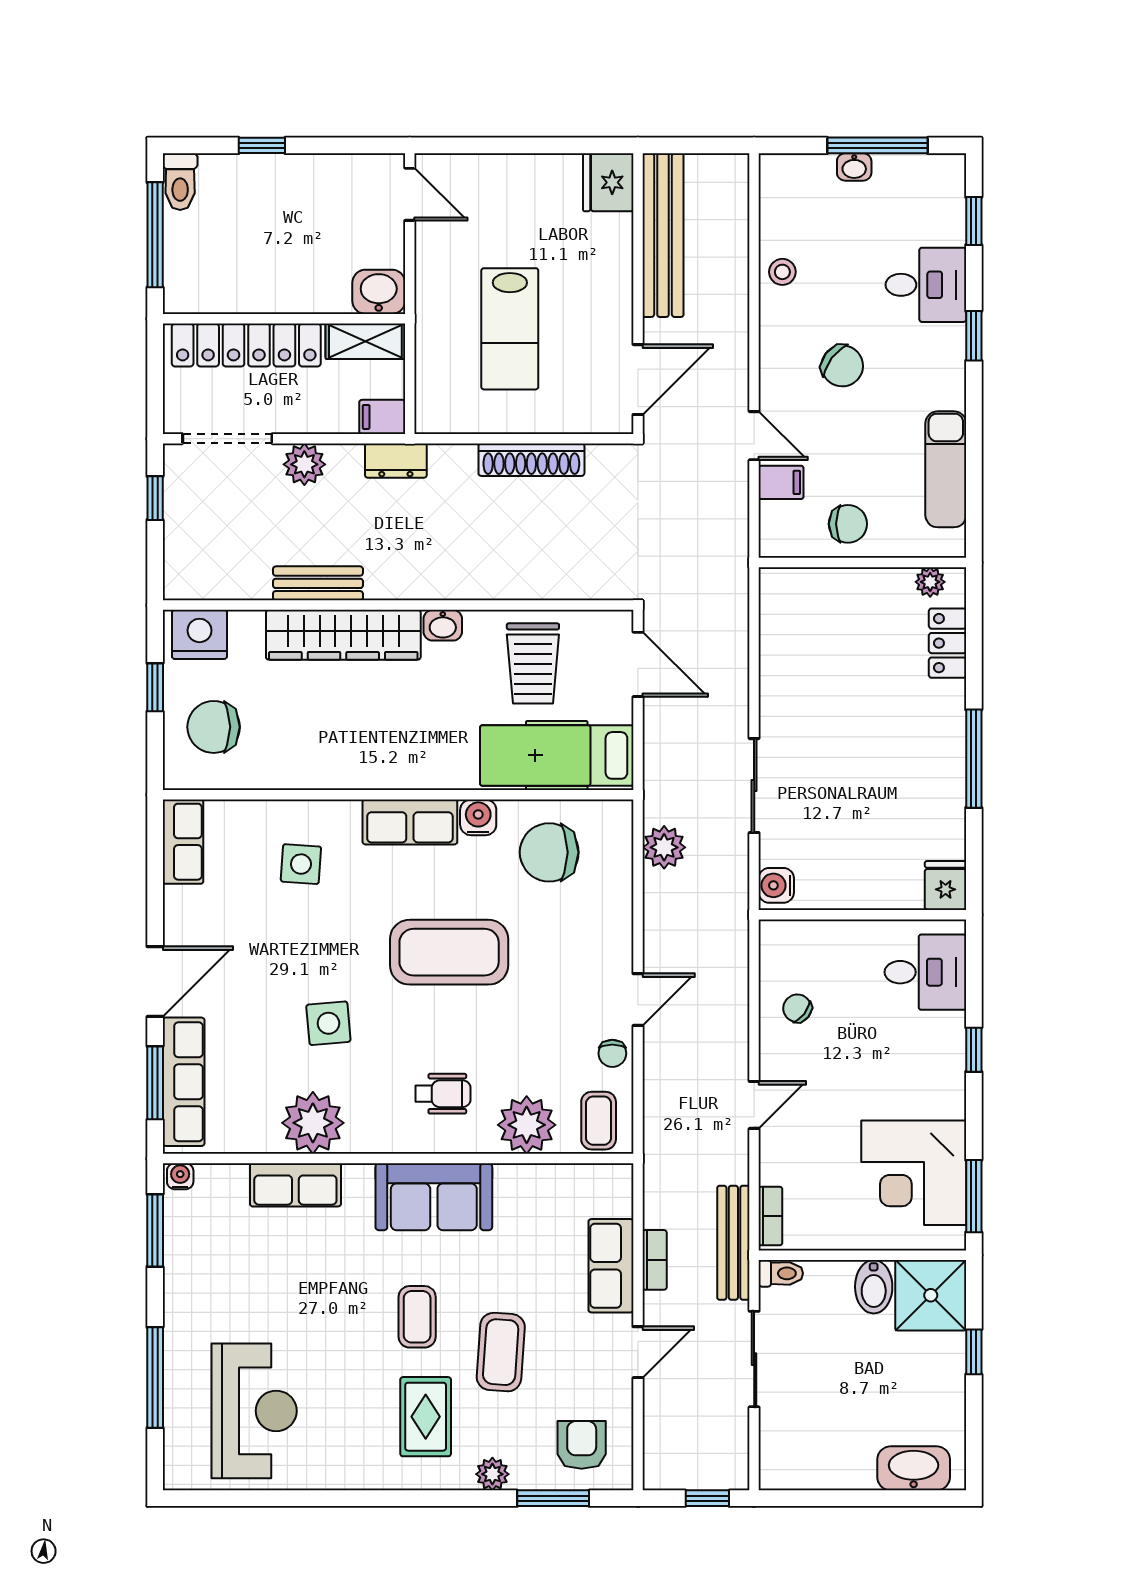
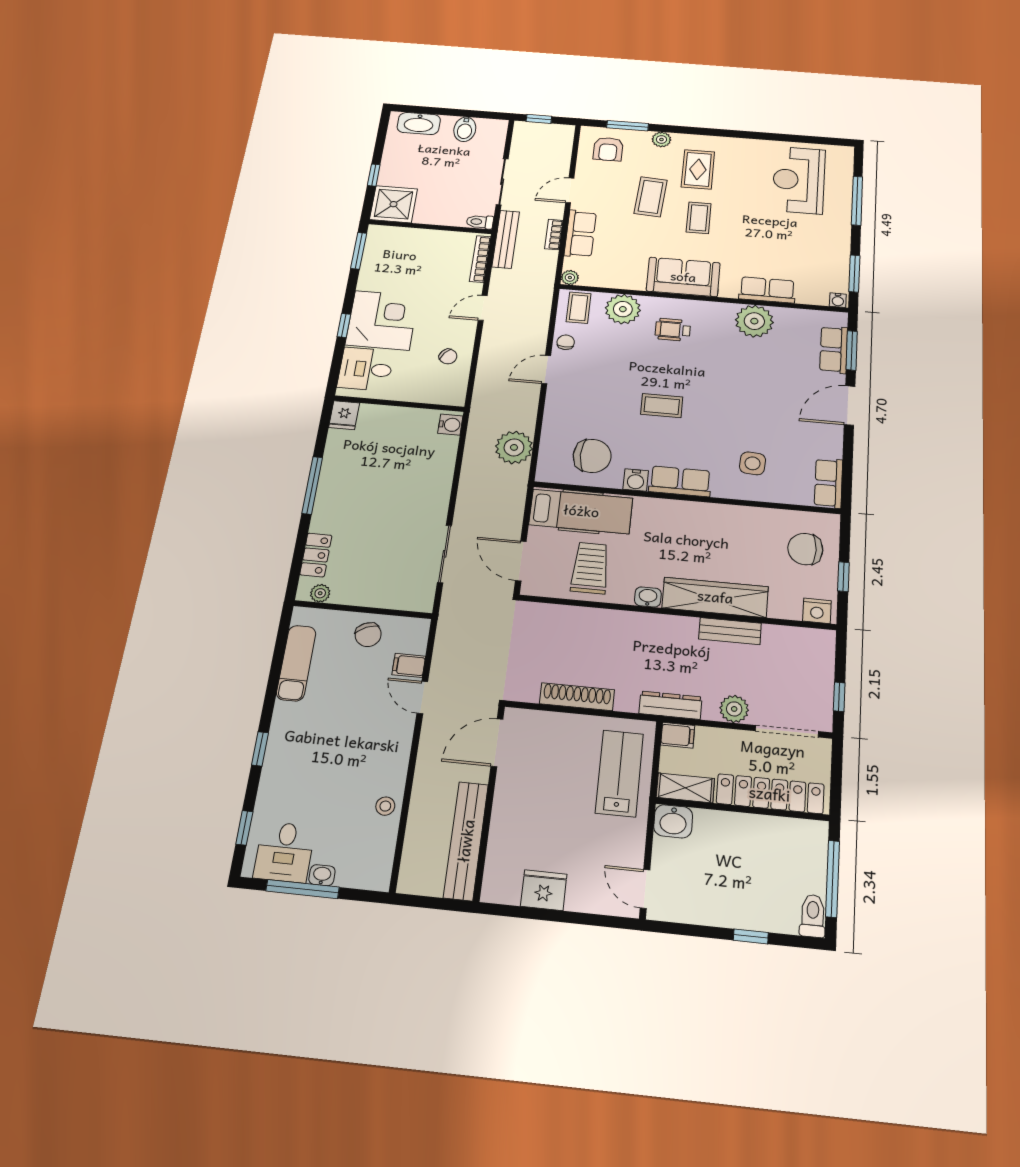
fridge: (608, 182) -> (544, 890), moved, turned -90
desk: (926, 285) -> (284, 852), moved, turned -90
lab bench: (510, 329) -> (619, 773), moved
chair: (842, 366) -> (354, 738), removed
dresser: (396, 461) -> (671, 705), width x1.44
chair: (848, 524) -> (368, 635), turned -114
nightstand: (200, 634) -> (817, 611), width x0.74, depth x0.75
chair: (214, 727) -> (805, 549), turned 180
sliding door: (754, 786) -> (445, 554), moved
plant: (664, 847) -> (514, 447), width x1.36, depth x1.36
coffee table: (449, 952) -> (662, 406), width x0.54, depth x0.58
side table: (328, 1023) -> (741, 373), removed
row of seats: (184, 1082) -> (834, 350), width x0.68
corner desk: (914, 1173) -> (382, 320), moved
plant: (619, 1178) -> (570, 277), added
bookcase: (770, 1216) -> (480, 259), width x1.56
bidet: (874, 1287) -> (465, 129), moved, turned 180

